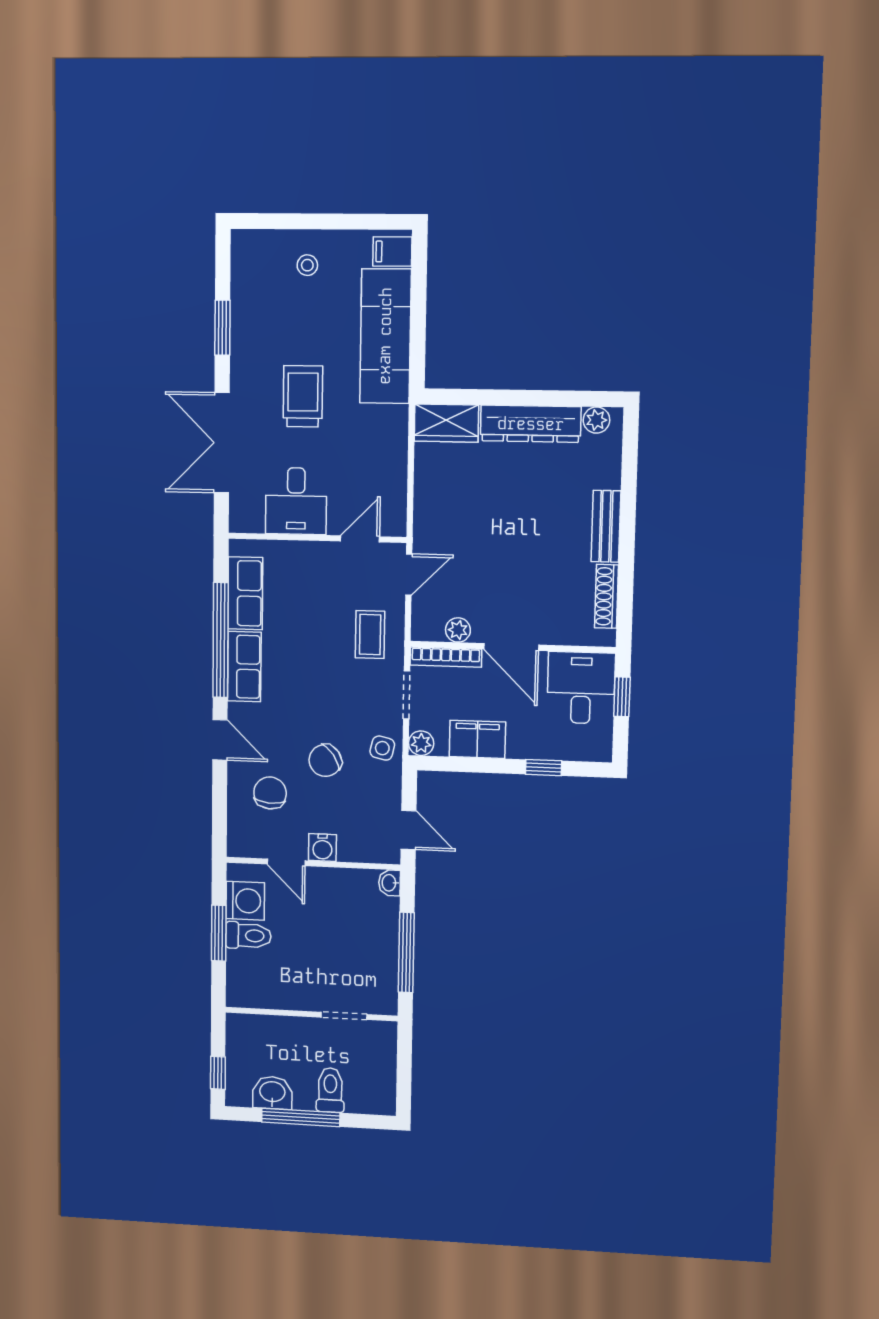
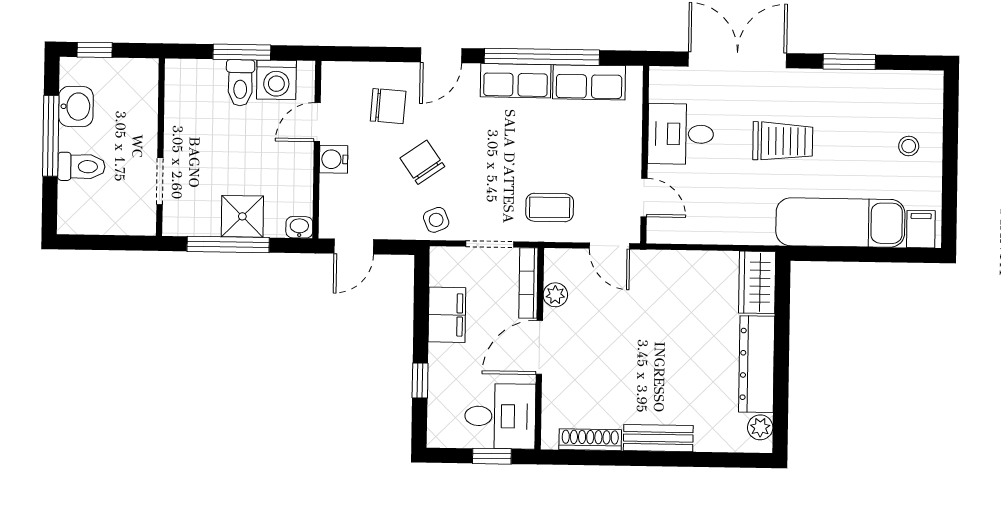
plant: (421, 743) -> (442, 259), removed
side table: (382, 748) -> (436, 220), turned -36
shower: (379, 938) -> (242, 216), added

